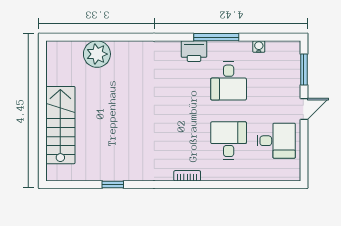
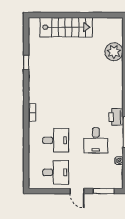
desk: (229, 81) -> (96, 140), turned -90
desk: (276, 141) -> (56, 172), turned -90

